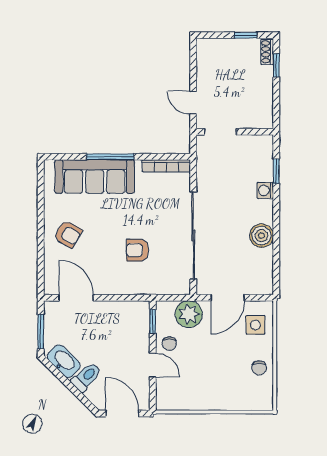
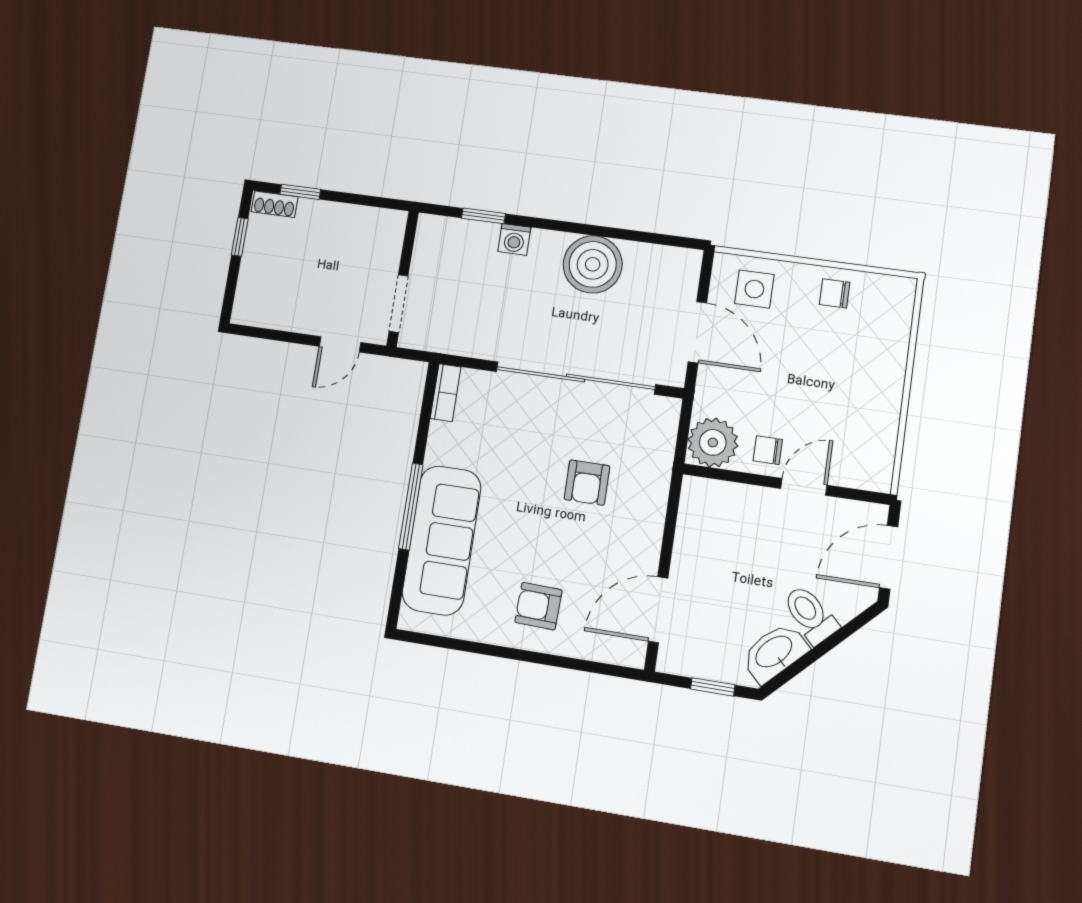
bookcase: (166, 166) -> (446, 393), width x0.64
armchair: (68, 234) -> (538, 606), turned -118
boiler: (261, 236) -> (593, 264), width x1.37, depth x1.37
plant: (189, 314) -> (713, 442), moved
window: (153, 321) -> (722, 475), removed
window: (41, 332) -> (713, 687), width x0.67
chair: (169, 344) -> (768, 450), turned 180
chair: (259, 368) -> (835, 293), turned 180

